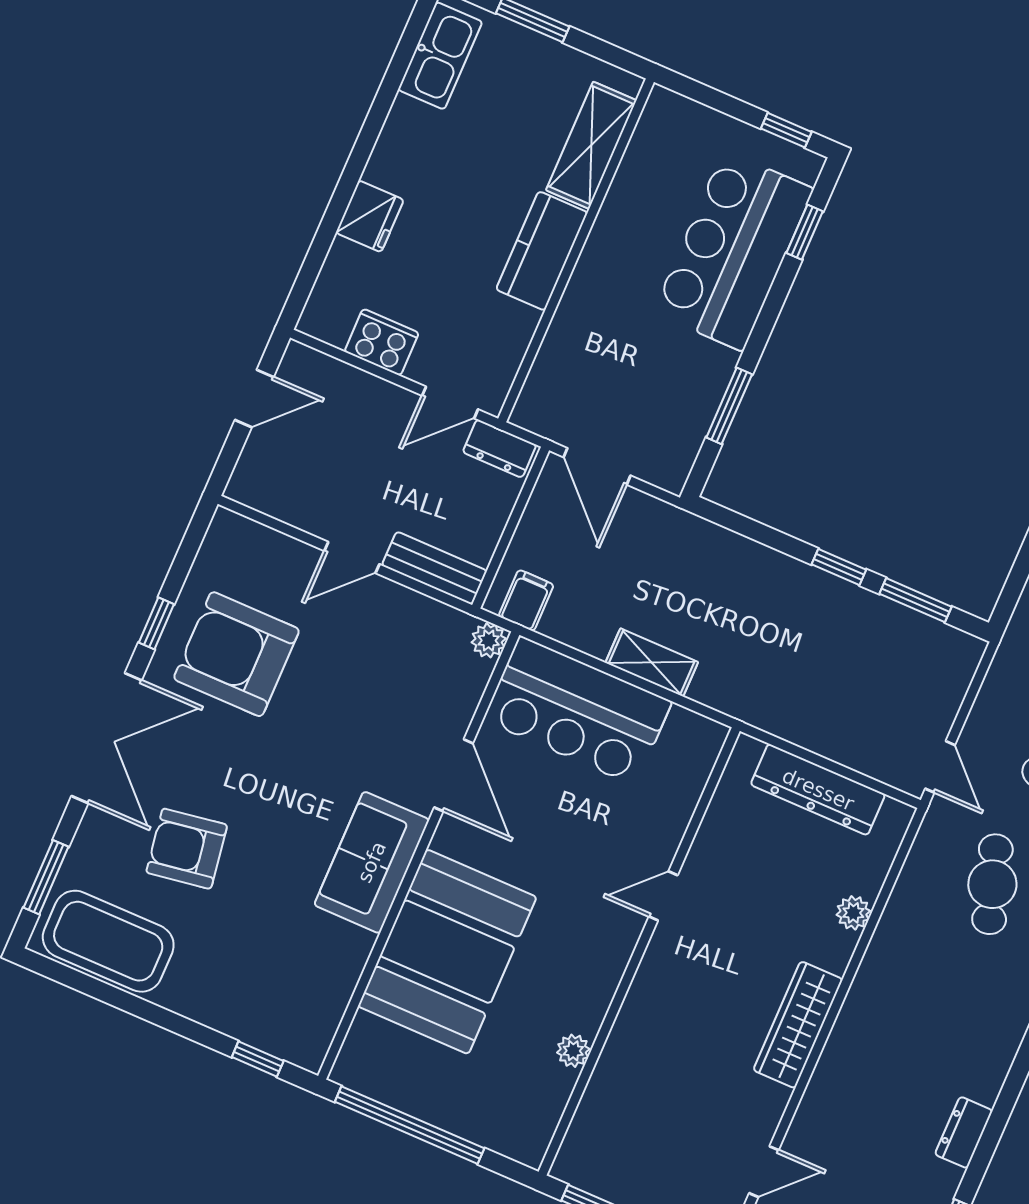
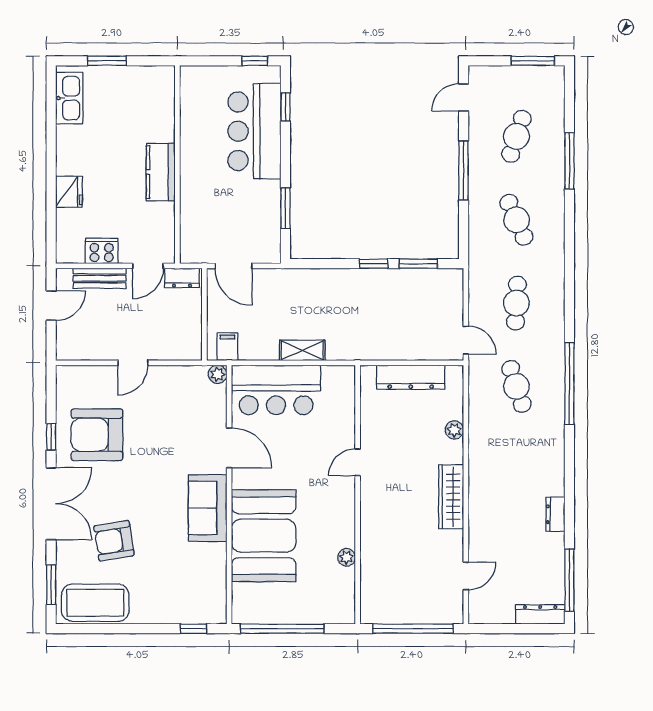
shelving: (591, 145) -> (162, 110), removed
bench: (434, 568) -> (100, 278), moved

